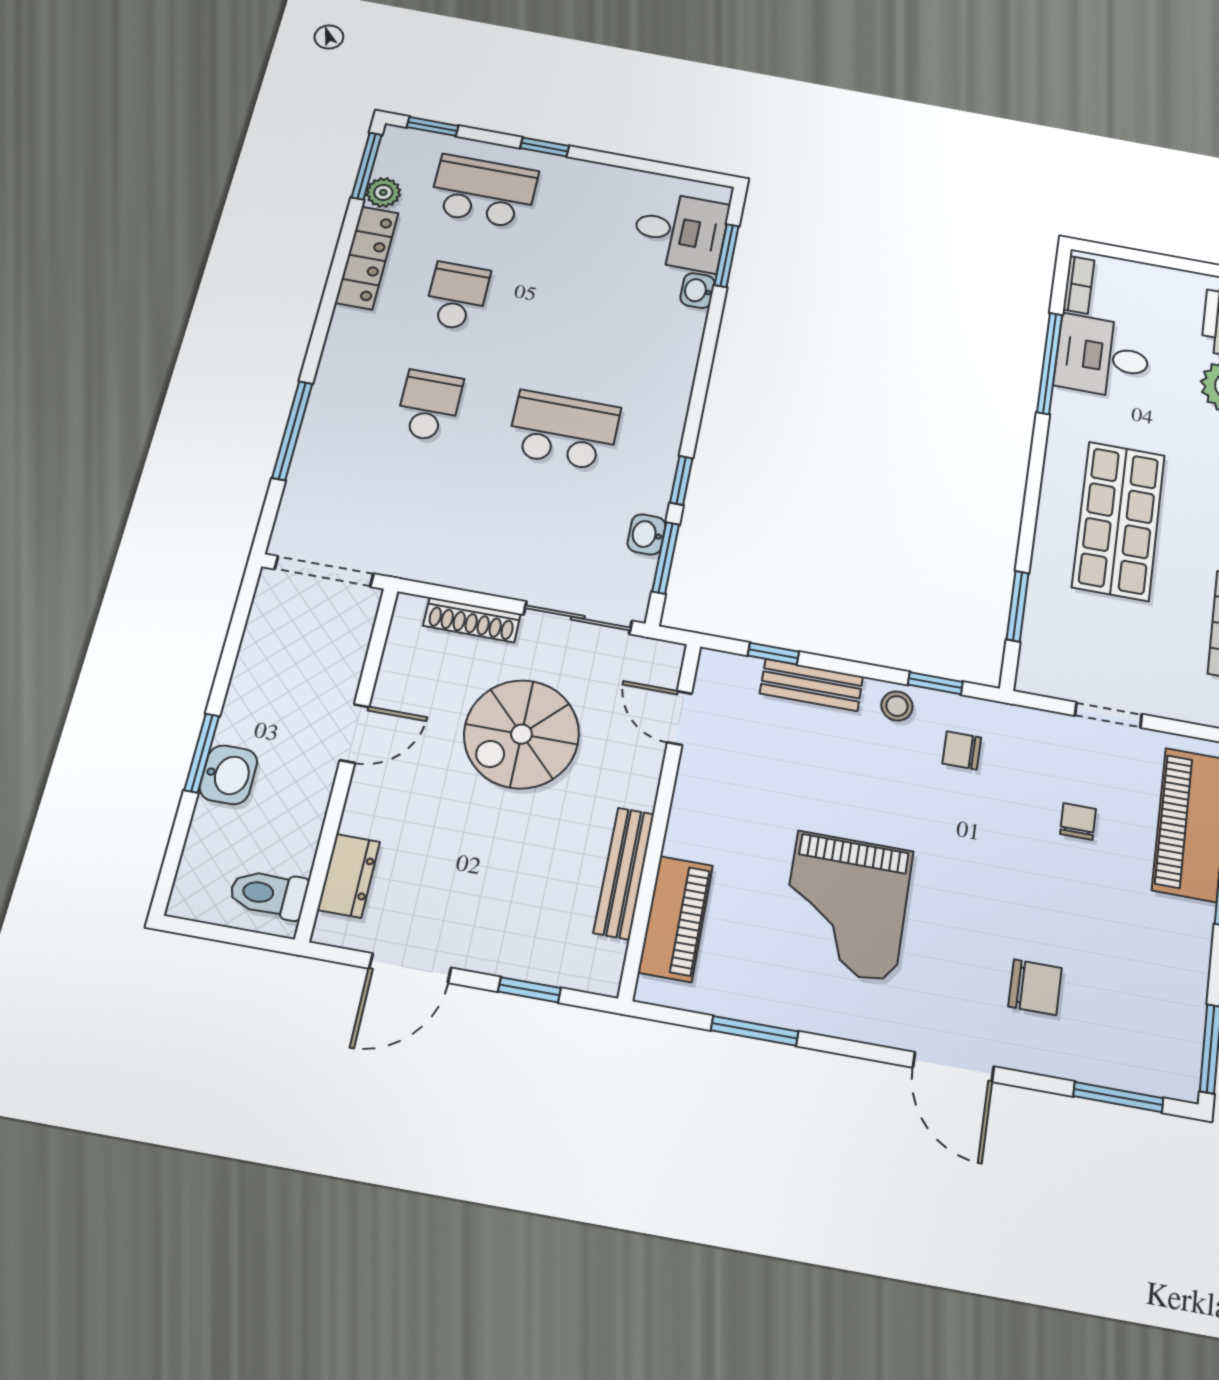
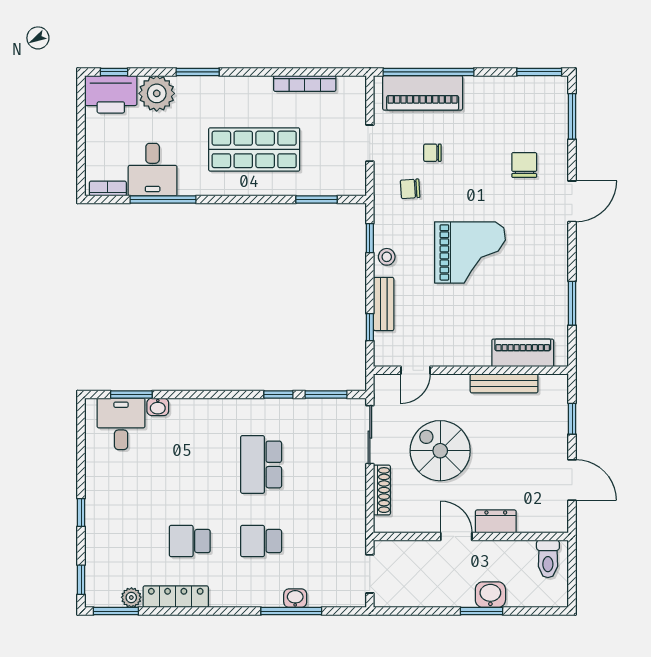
school desk: (484, 191) -> (118, 541), removed
washbasin: (646, 534) -> (295, 598), moved, turned 180
doorway: (324, 571) -> (370, 574), width x0.73
spiral stairs: (521, 734) -> (440, 451), turned 180
chair: (962, 750) -> (410, 189), moved, turned 86
dresser: (349, 876) -> (496, 521), moved
grand piano: (846, 906) -> (470, 252), moved

